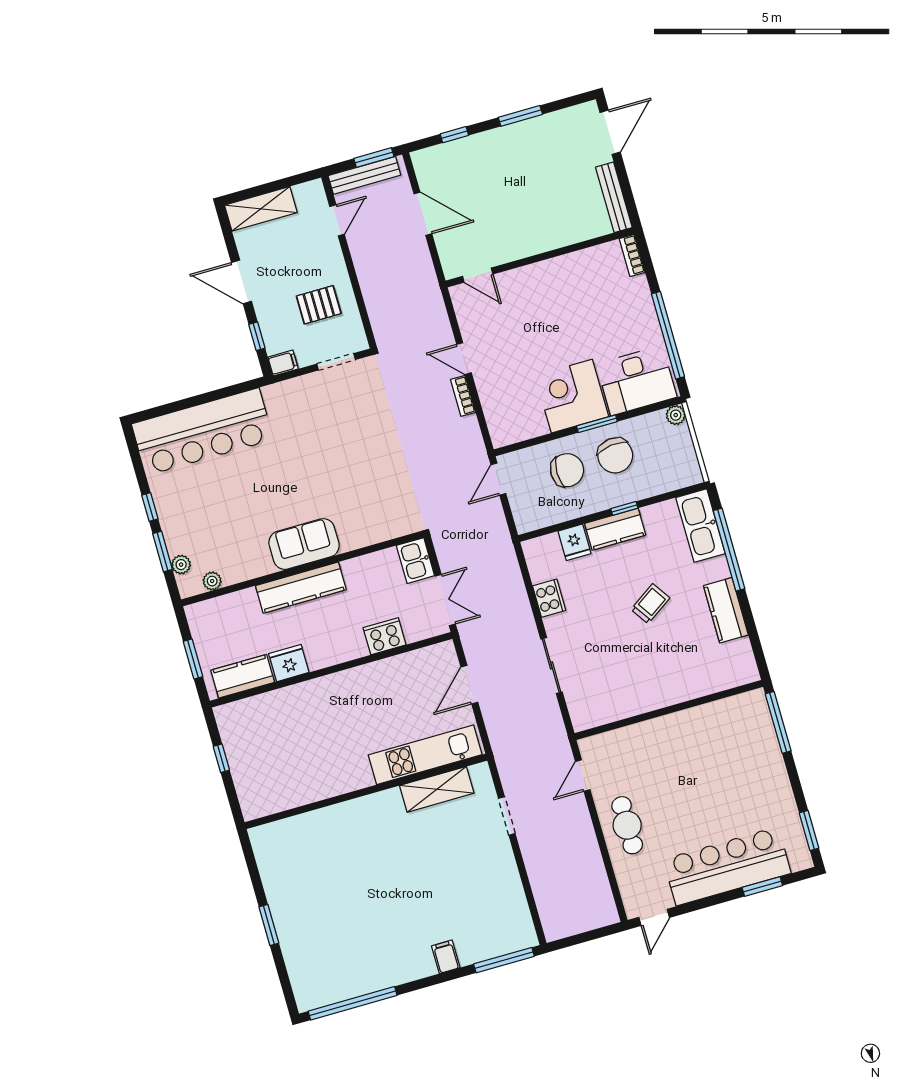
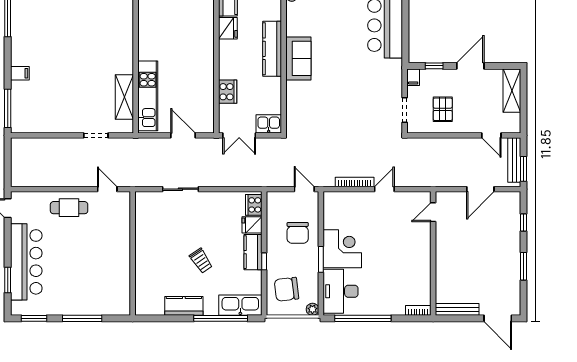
bookcase: (463, 396) -> (355, 182), width x1.56
chair: (615, 455) -> (286, 289), moved
cooker: (549, 598) -> (254, 205), moved, turned 90
window: (778, 722) -> (82, 318), moved

